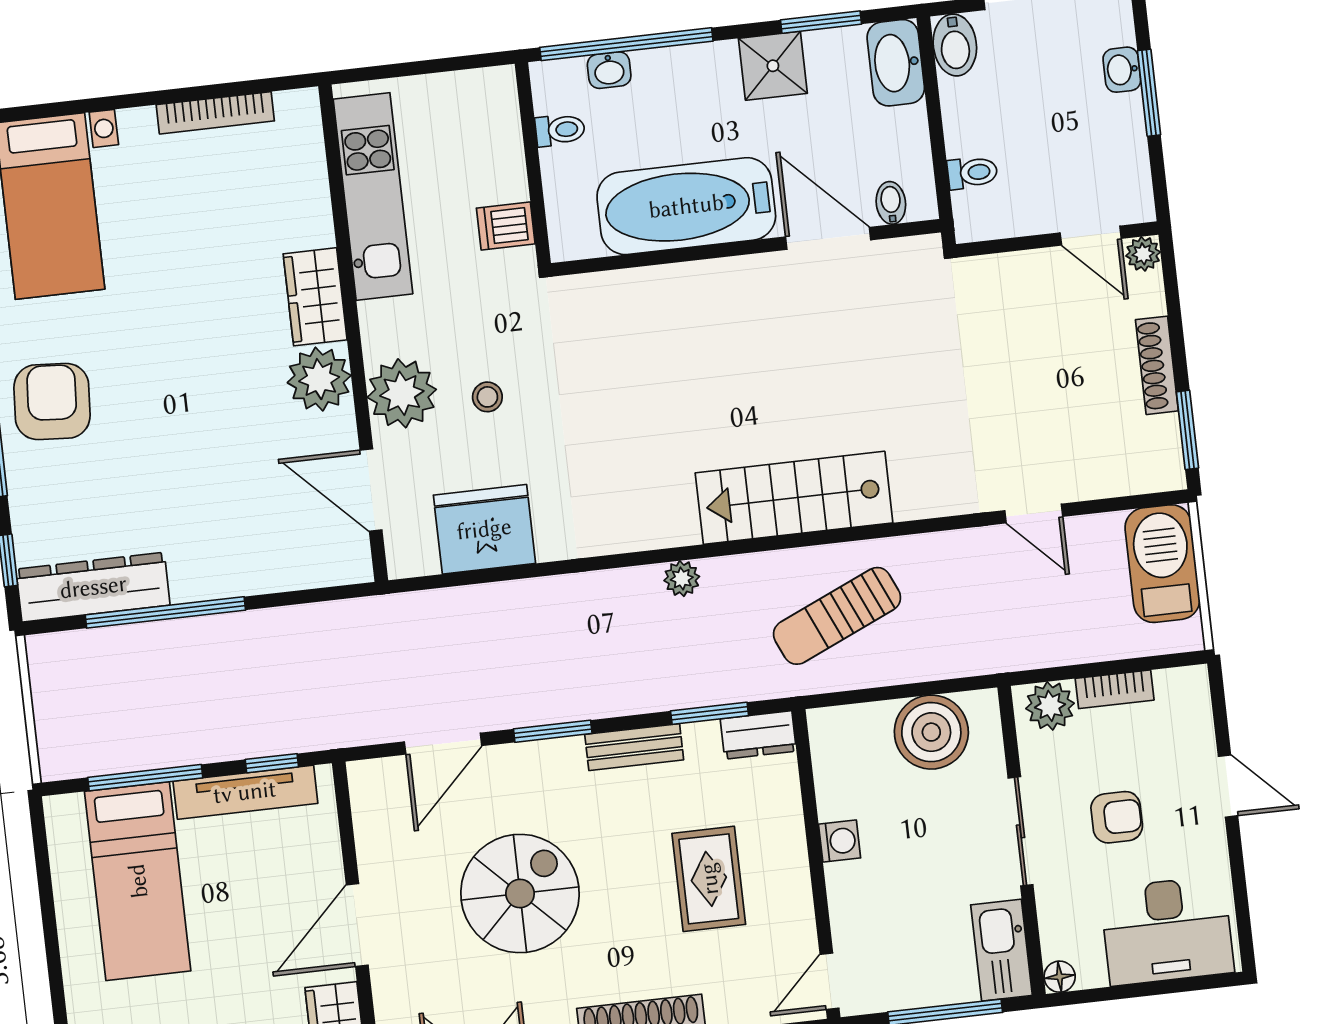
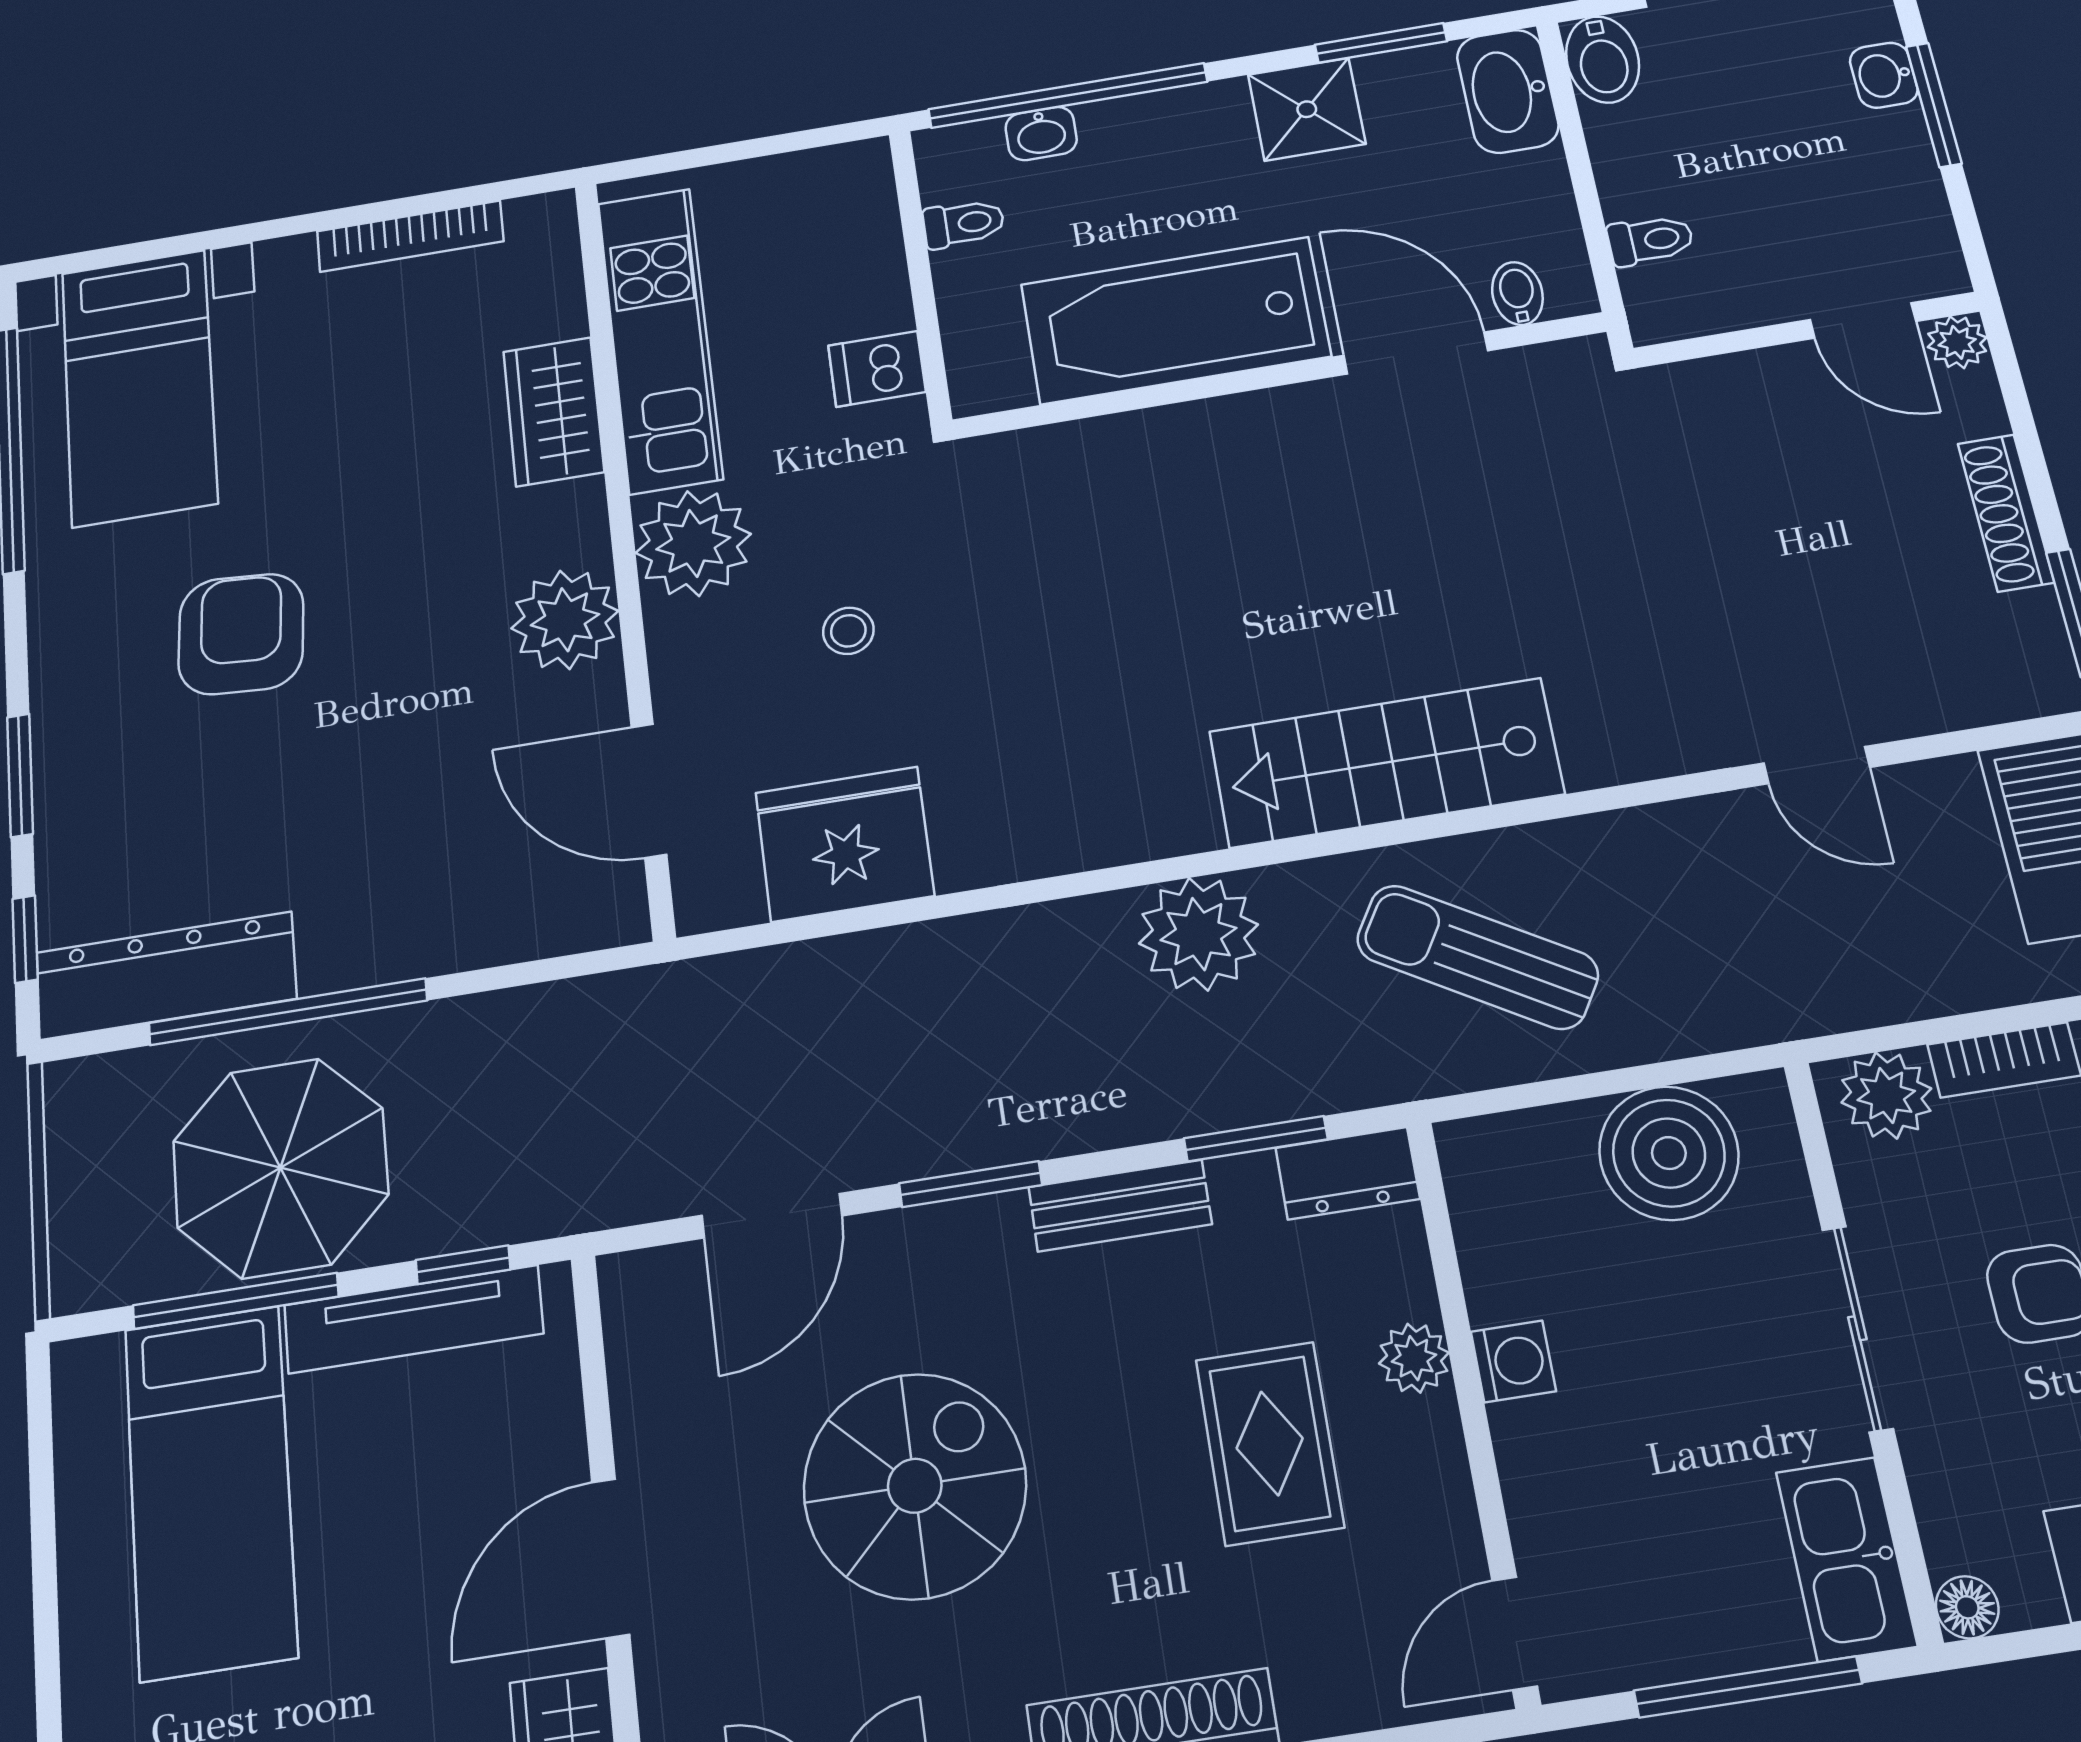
wardrobe: (315, 297) -> (554, 412), moved
plant: (402, 393) -> (693, 543), moved
armchair: (52, 401) -> (241, 634), moved
plant: (682, 579) -> (1199, 934), width x1.87, depth x1.87
sun lounger: (837, 616) -> (1477, 957), turned 55
parasol: (166, 703) -> (280, 1168), added
plant: (787, 837) -> (1414, 1358), added

